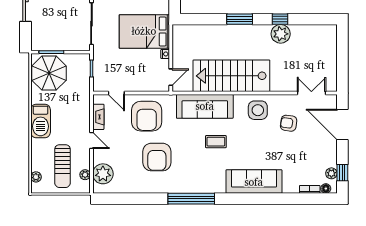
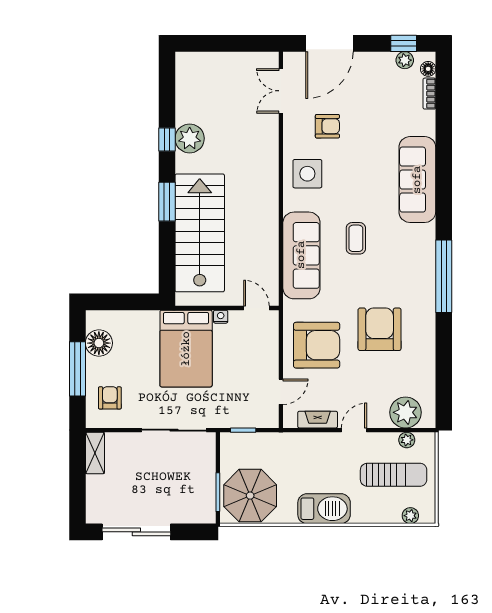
stairs: (231, 76) -> (200, 233), moved, turned 180
armchair: (289, 123) -> (327, 126), turned -98
armchair: (157, 157) -> (380, 329), turned -90

